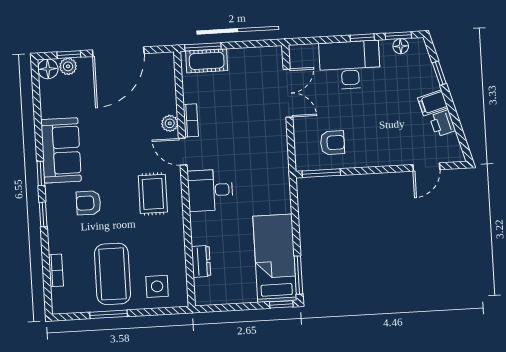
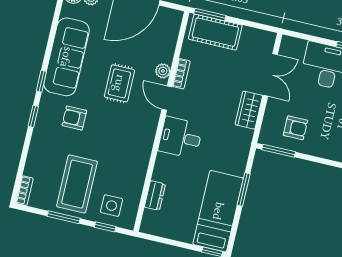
cot: (207, 61) -> (215, 32), width x1.37, depth x1.34
wardrobe: (276, 138) -> (249, 110), added
sofa: (61, 150) -> (66, 57), width x1.36
rug: (153, 194) -> (119, 83), moved
bookcase: (56, 270) -> (25, 191), moved
window: (298, 275) -> (244, 189), moved
window: (157, 312) -> (105, 227), added

